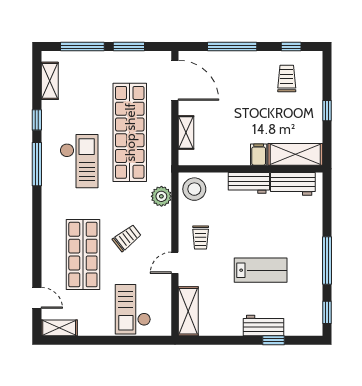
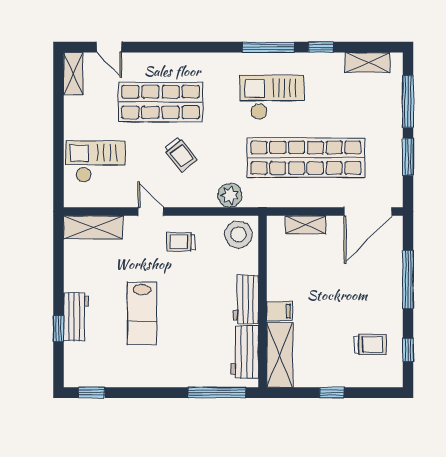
checkout: (79, 161) -> (272, 97), turned 180
window: (327, 261) -> (217, 393), moved
door: (37, 298) -> (109, 47), hinge flipped

